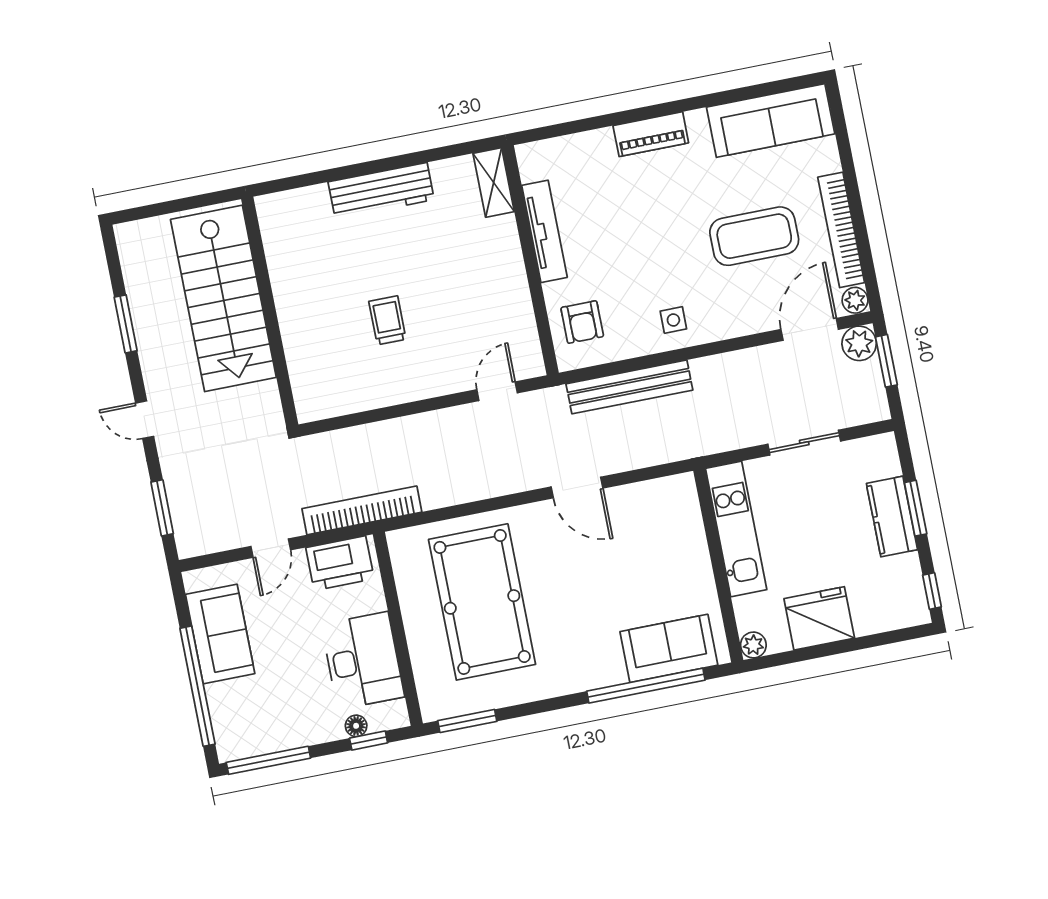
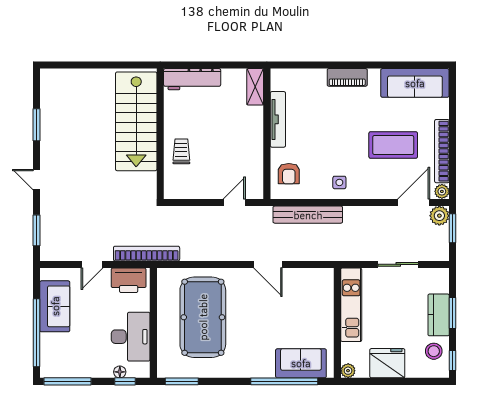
stairs: (223, 298) -> (136, 121), moved
wall: (270, 312) -> (160, 134), moved
stool: (896, 581) -> (434, 351), added

